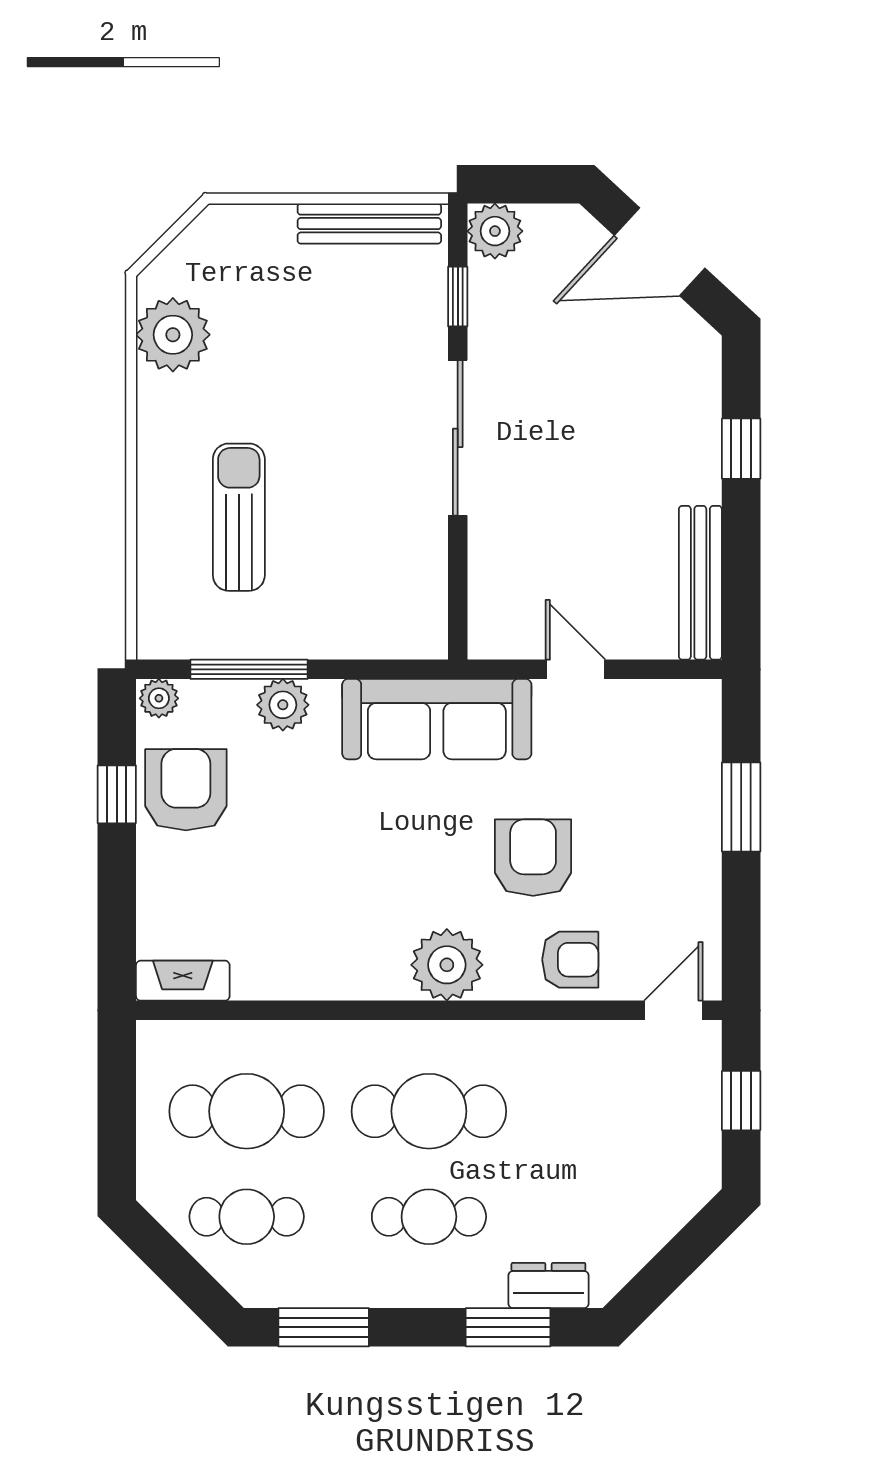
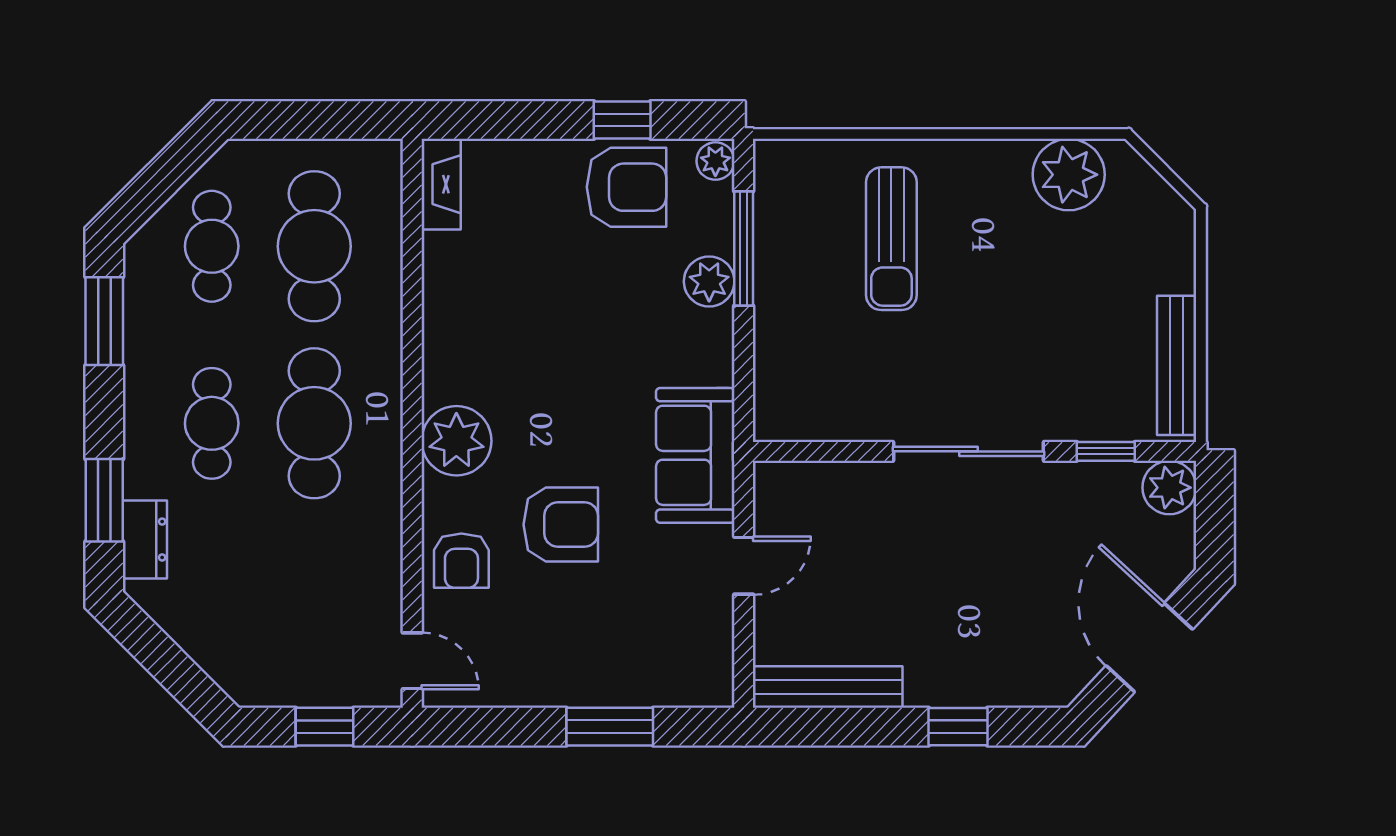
sun lounger: (239, 517) -> (891, 239), turned 90
sofa: (437, 719) -> (695, 455), width x0.73

